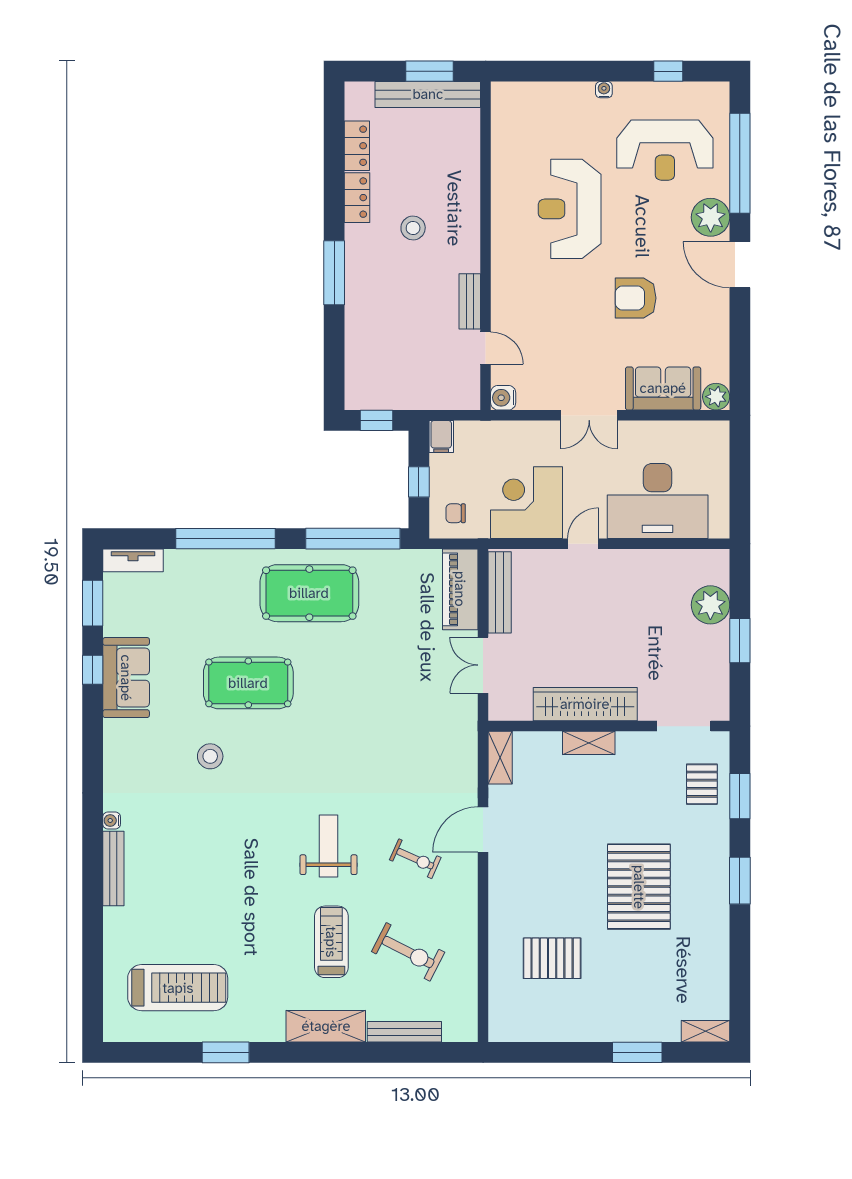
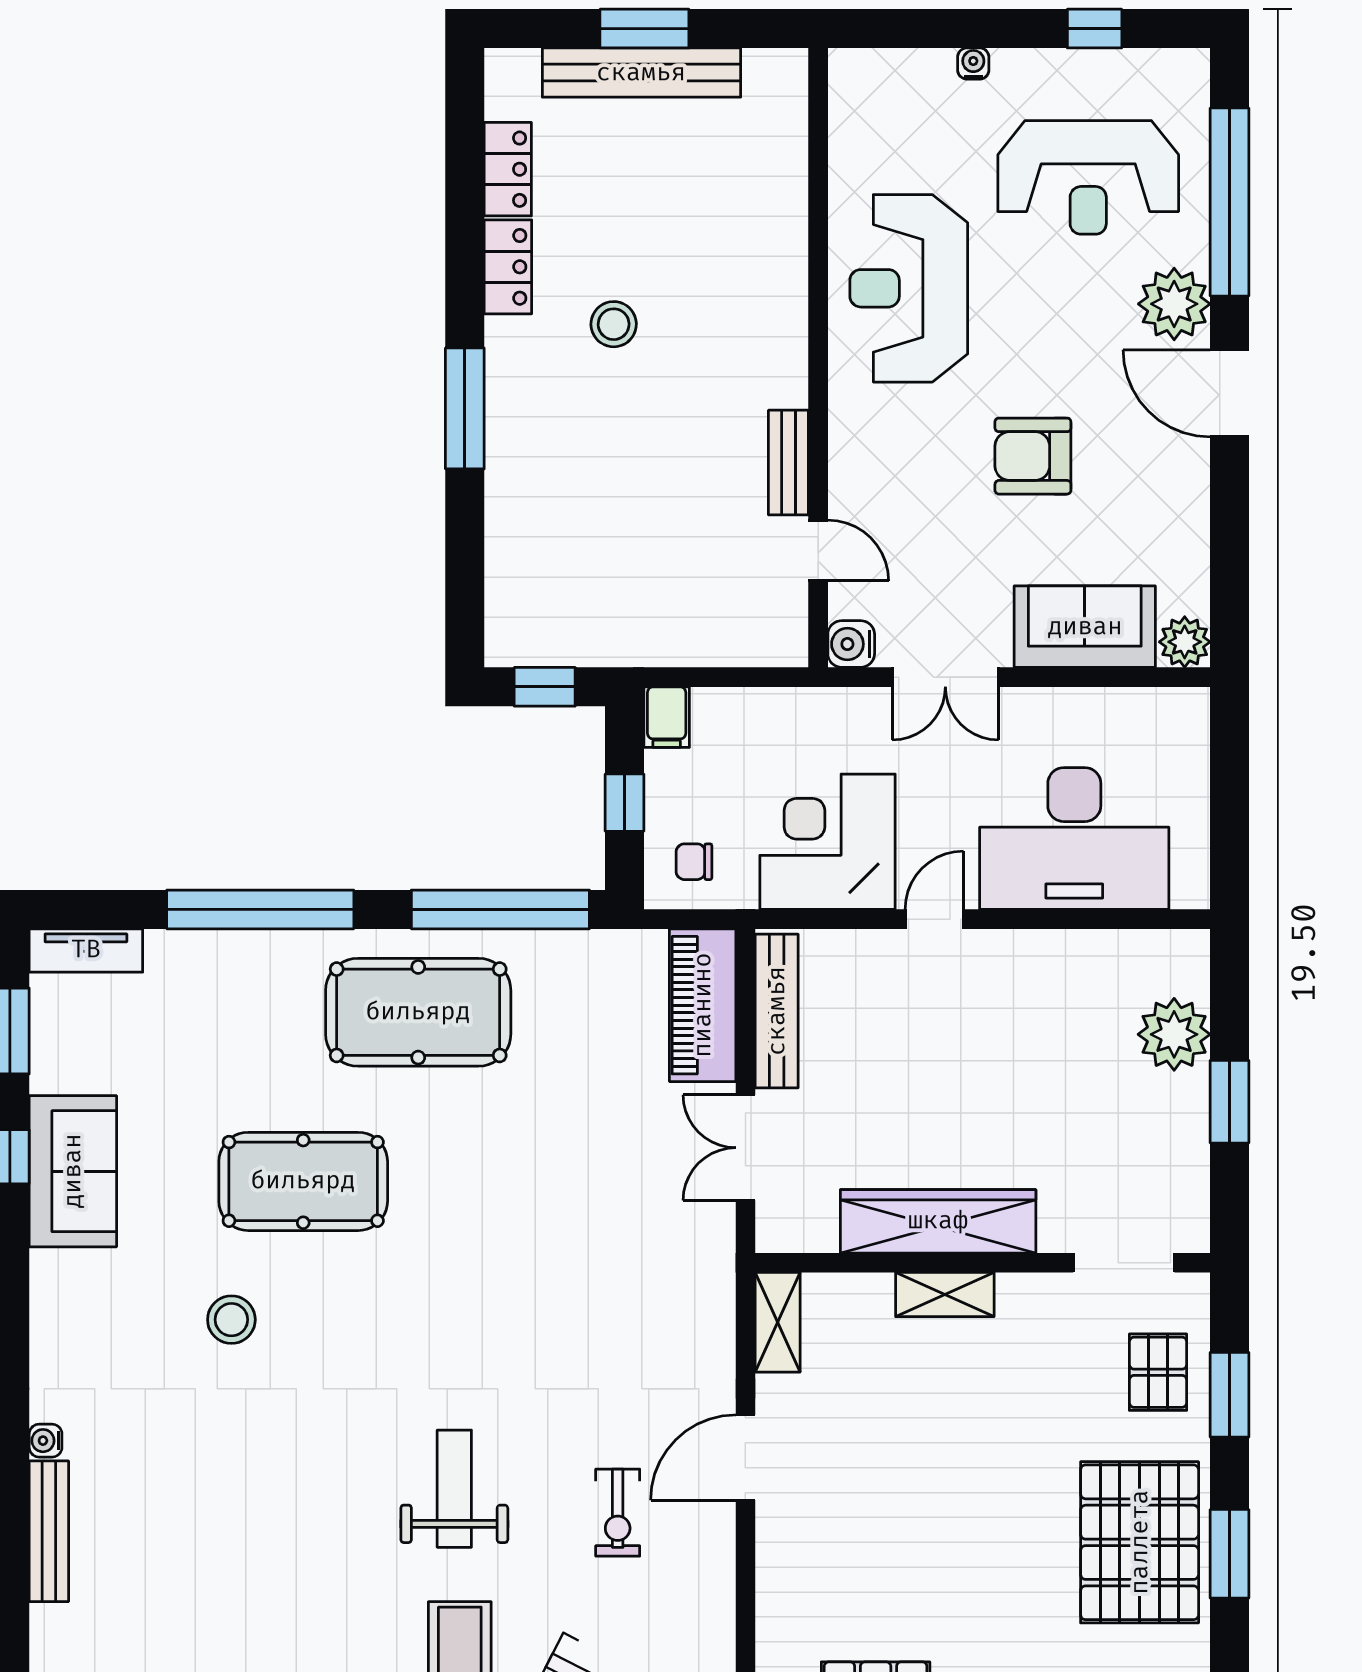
wall: (486, 246) -> (818, 358), moved
bench: (470, 301) -> (788, 463), moved
door: (486, 348) -> (818, 550), moved
water cooler: (503, 398) -> (851, 644), moved
exercise bike: (415, 859) -> (618, 1513), turned 66
pallet: (639, 887) -> (1140, 1542), moved

